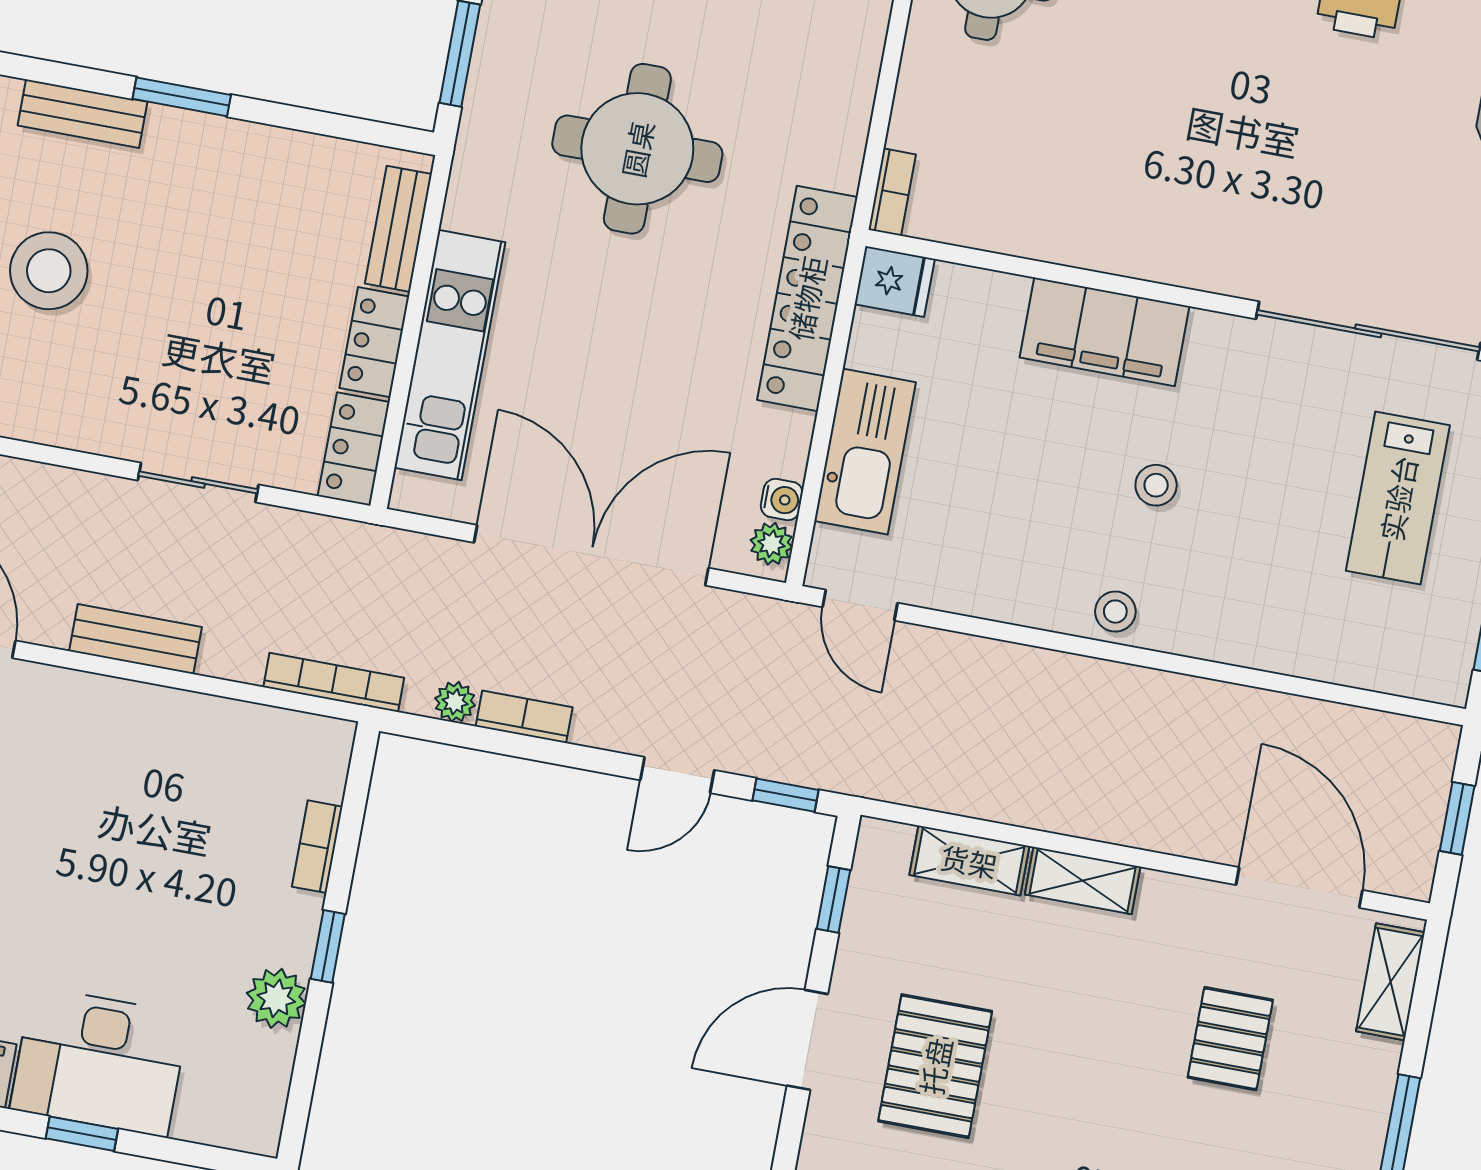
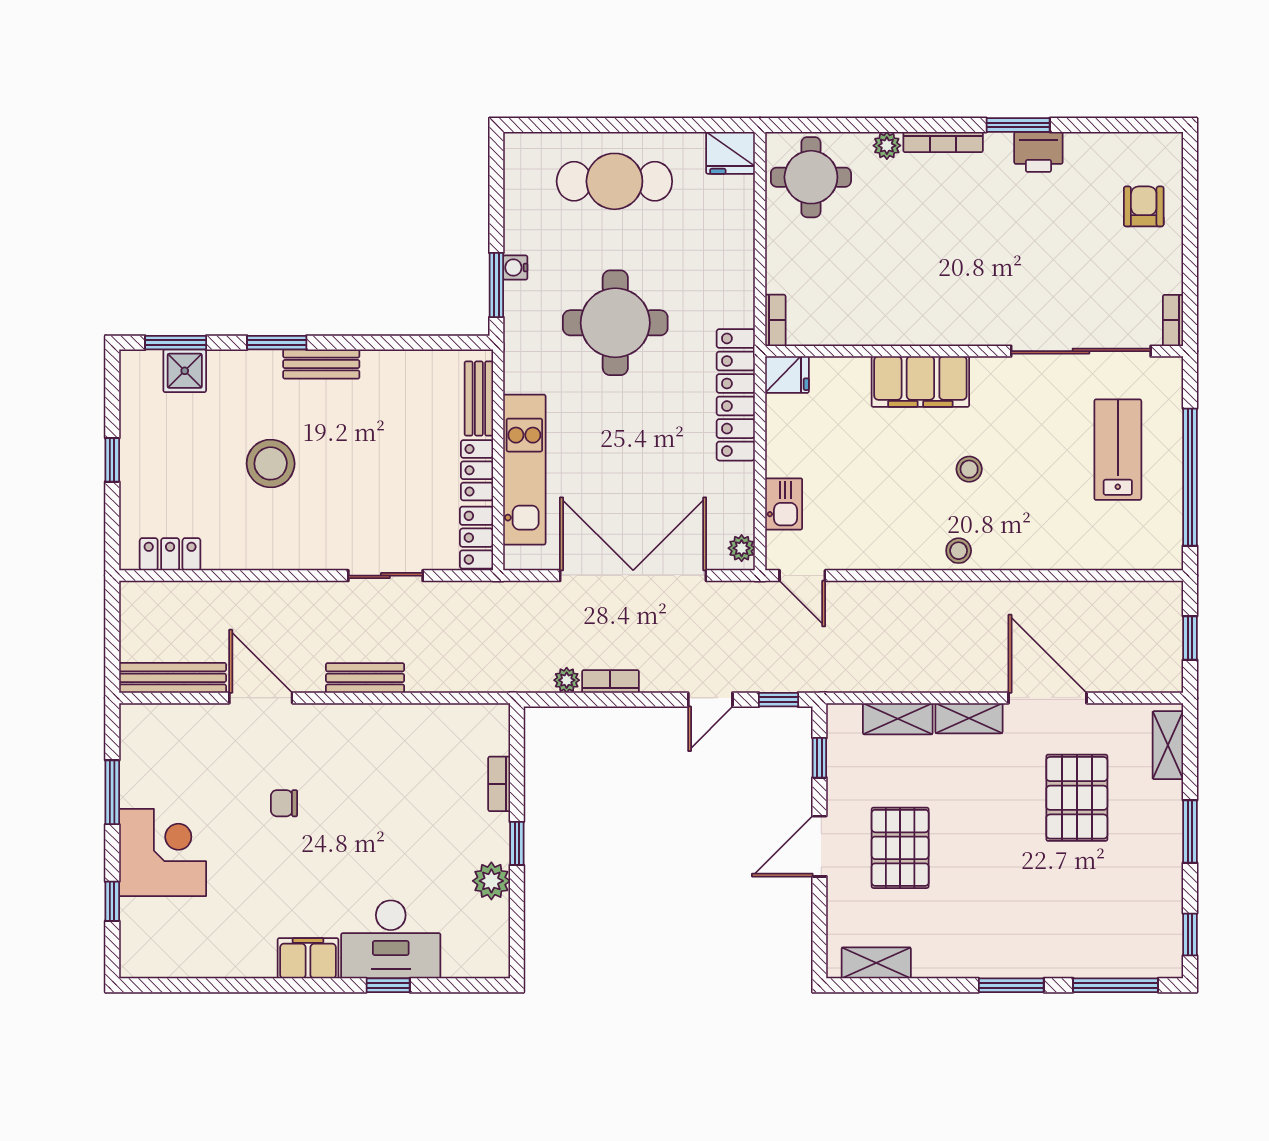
window: (182, 97) -> (277, 343), moved
bench: (83, 114) -> (321, 364), moved
kitchen sink: (865, 452) -> (784, 504), width x0.53, depth x0.81
lab bench: (1398, 498) -> (1118, 450), turned 180
water cooler: (782, 500) -> (515, 268), moved, turned 180
bookcase: (334, 682) -> (491, 682), removed
door: (1299, 888) -> (1048, 698), moved
pallet: (1230, 1039) -> (1077, 798), width x1.50, depth x1.42

